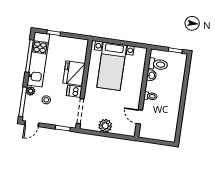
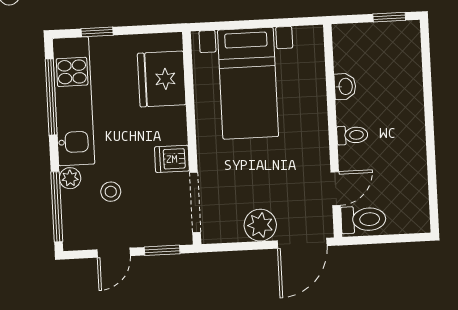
toilet: (158, 64) -> (363, 219), moved
fridge: (74, 73) -> (162, 79), moved
door: (139, 117) -> (336, 189), swing flipped
door: (32, 124) -> (114, 253), moved
door: (121, 137) -> (302, 243), added

